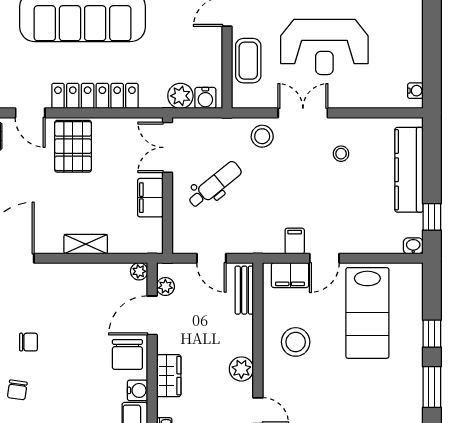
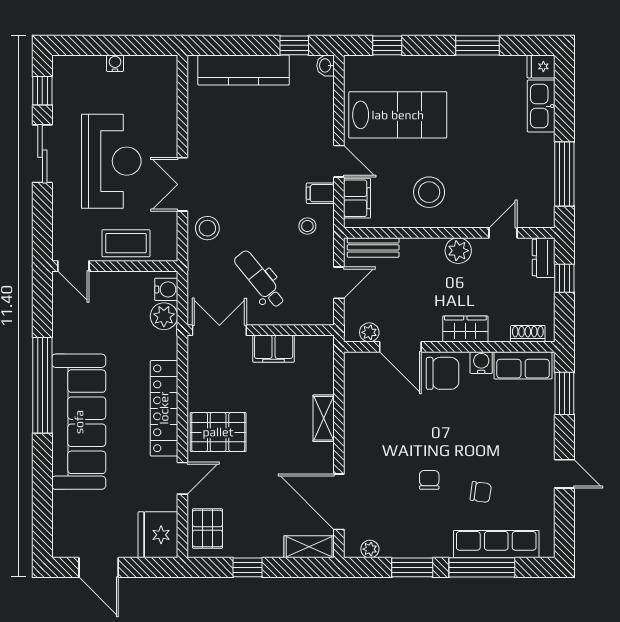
water cooler: (415, 91) -> (115, 63), moved
double door: (168, 147) -> (219, 330), swing flipped
stool: (341, 154) -> (307, 226), moved
plant: (139, 271) -> (353, 361), removed
window: (432, 334) -> (387, 45), moved

